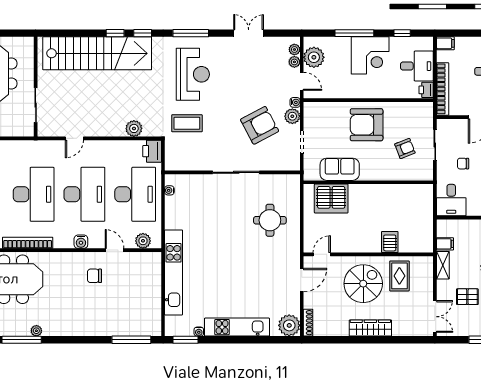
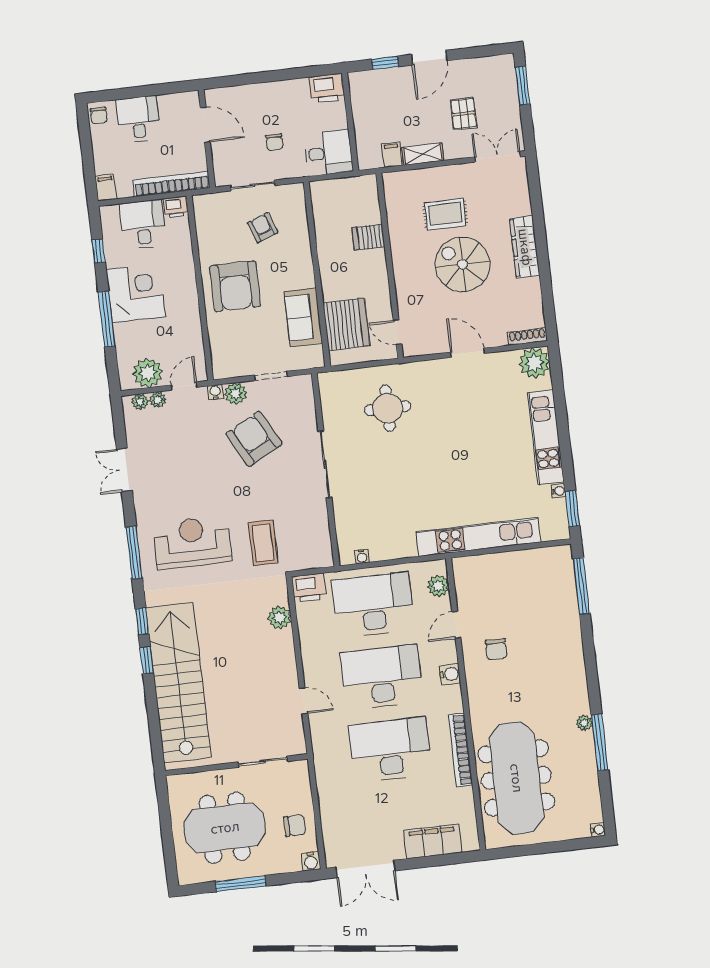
server rack: (390, 242) -> (368, 237), moved
door: (322, 254) -> (397, 332), moved
wall: (368, 254) -> (390, 266), moved

